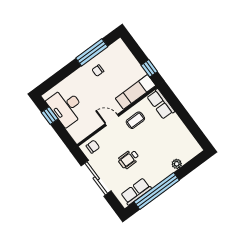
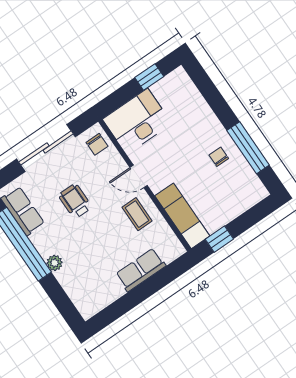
row of seats: (161, 104) -> (141, 270), moved
desk: (66, 107) -> (137, 121), moved
door: (112, 120) -> (139, 176), swing flipped
plant: (177, 164) -> (55, 263), moved

